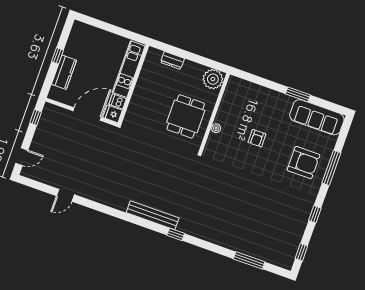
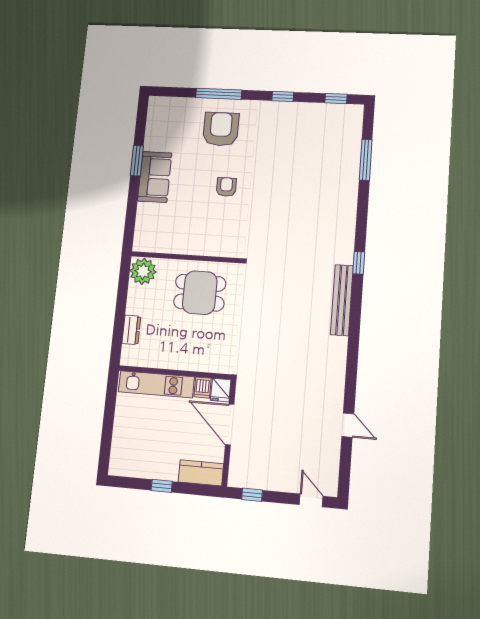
kitchen counter: (64, 72) -> (201, 473), moved
sofa: (317, 117) -> (155, 177), moved, width x0.73
plant: (216, 128) -> (205, 250), removed
armchair: (257, 138) -> (226, 187), moved, turned -90

